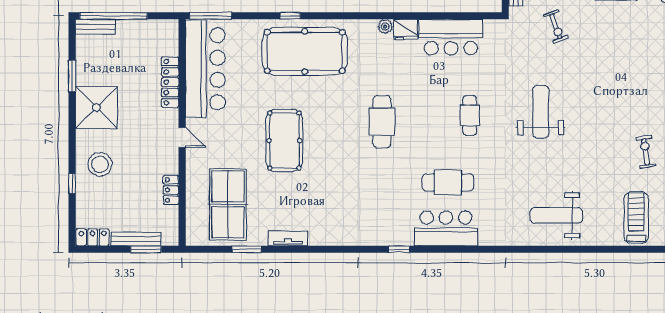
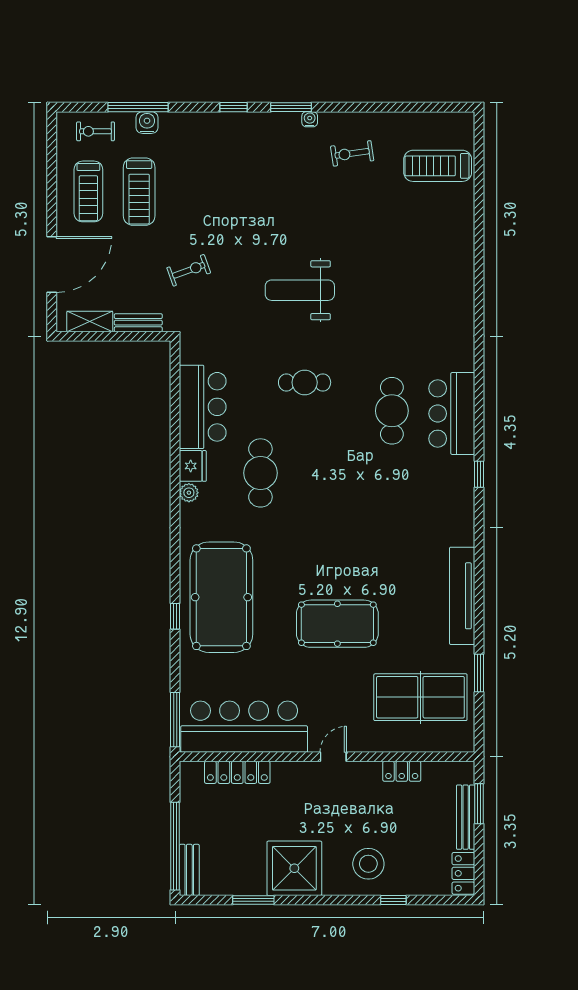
locker: (170, 82) -> (237, 772), moved
cafe table: (382, 122) -> (260, 473), moved, turned 90
weight bench: (556, 215) -> (435, 270), removed
tv unit: (288, 238) -> (462, 596), width x1.92, depth x1.29

